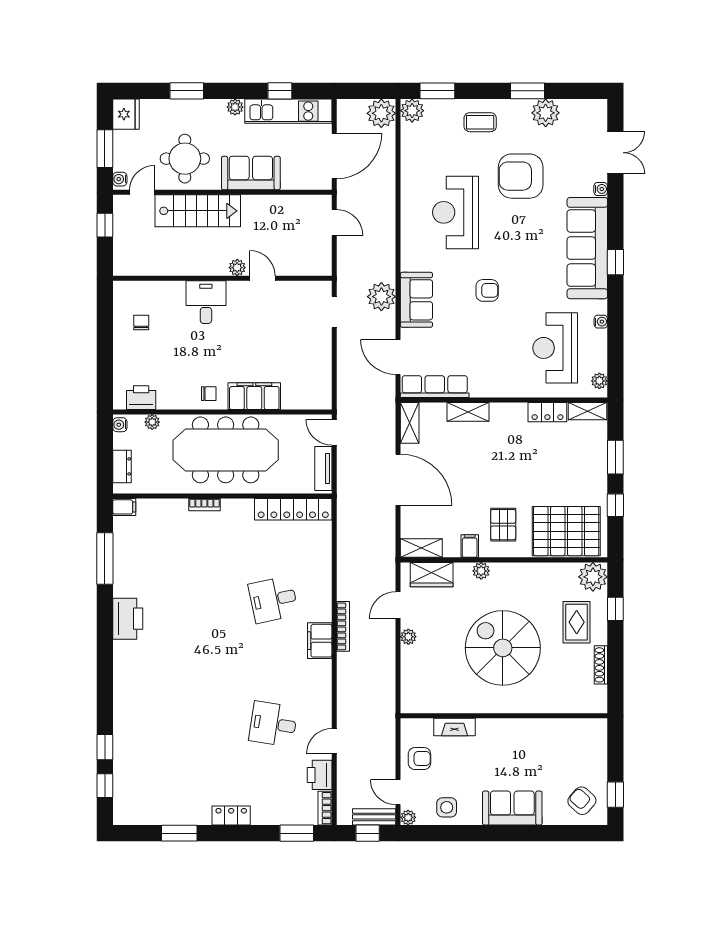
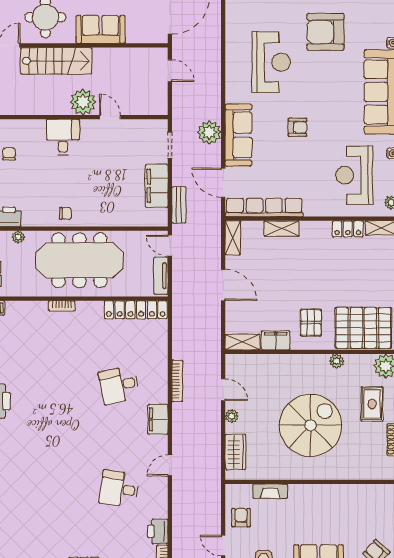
reception desk: (456, 212) -> (271, 62), turned 180
plant: (237, 268) -> (83, 102), width x1.87, depth x1.87
sofa: (416, 300) -> (238, 135), width x1.36
bench: (345, 383) -> (179, 205), added
row of seats: (435, 387) -> (264, 207), width x1.36
filing cabinet: (254, 396) -> (157, 186), moved, turned -90
door: (398, 480) -> (223, 285), width x0.73
filing cabinet: (470, 546) -> (276, 340), width x2.00
plant: (481, 571) -> (337, 361), moved
wardrobe: (432, 575) -> (235, 452), moved, turned -90
door: (398, 605) -> (223, 390), swing flipped
bookcase: (343, 626) -> (177, 381), moved
spiral stairs: (503, 648) -> (311, 425), turned 90
door: (334, 741) -> (170, 465), moved
armchair: (419, 759) -> (241, 518), turned -90

